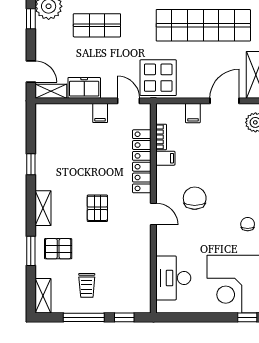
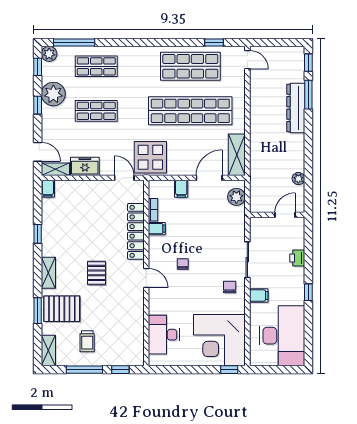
filing cabinet: (100, 113) -> (48, 189), moved
chair: (195, 198) -> (183, 264), width x0.54, depth x0.54
pallet: (58, 249) -> (62, 309), width x1.50, depth x1.42

